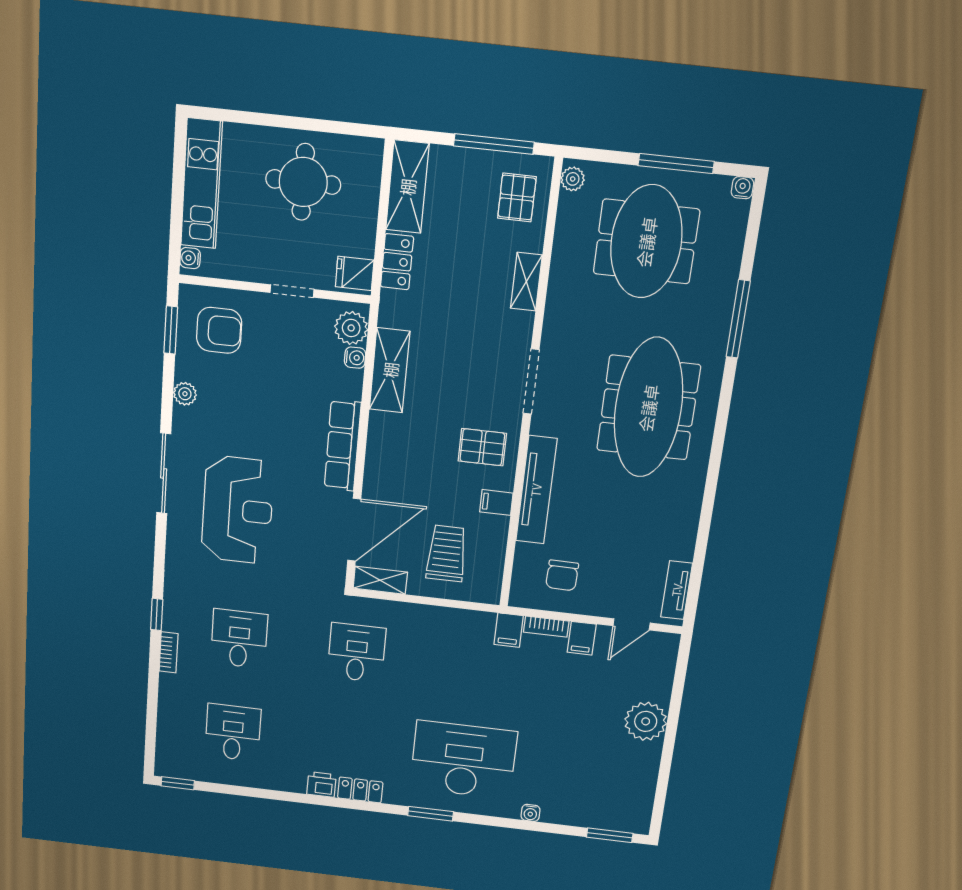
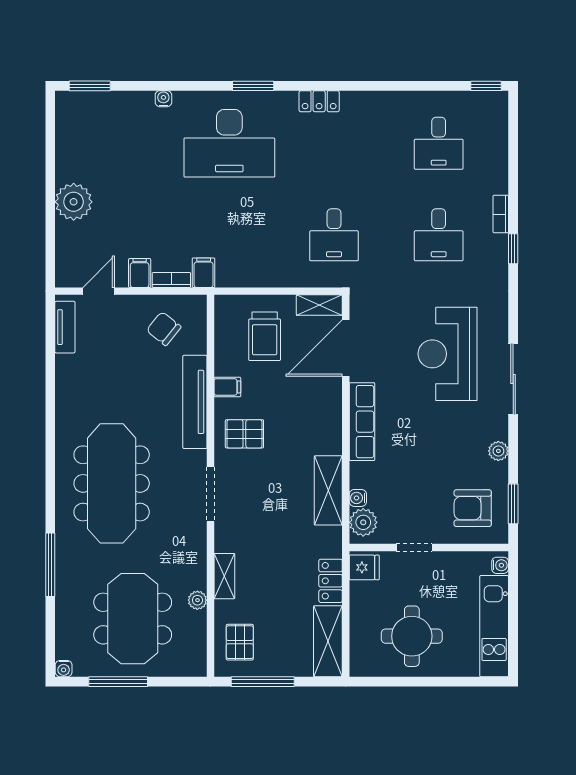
plant: (573, 179) -> (197, 600), moved
chair: (562, 575) -> (164, 329), turned -52
printer: (321, 784) -> (355, 102), removed

